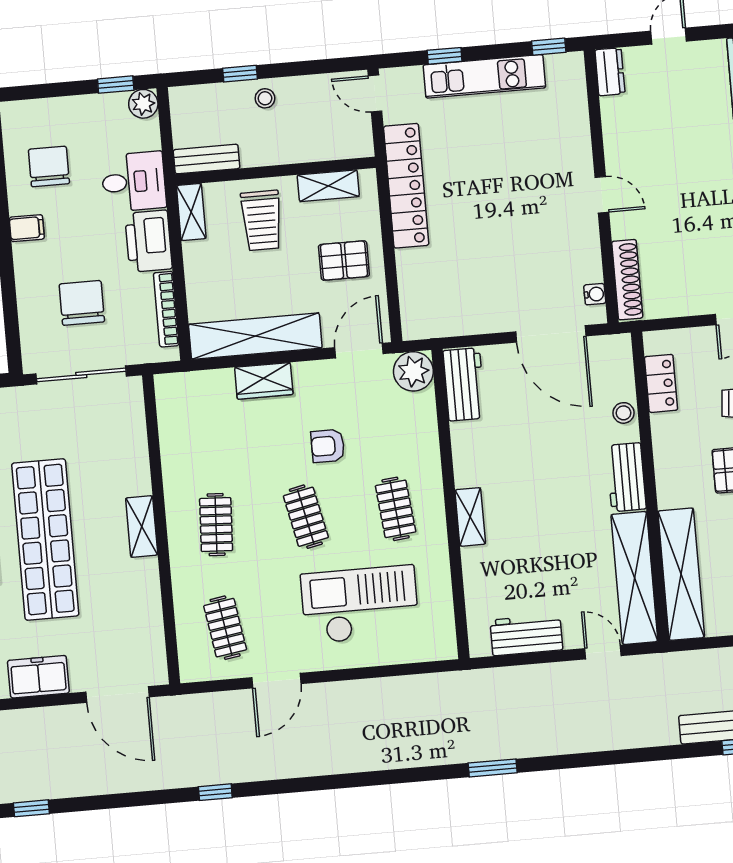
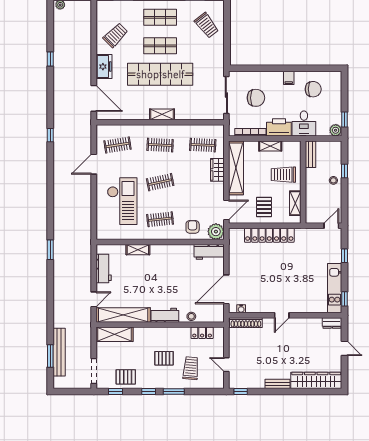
kitchen unit: (484, 76) -> (335, 288), moved
locker: (406, 186) -> (269, 235), moved
shelving: (191, 212) -> (270, 146), moved
door: (359, 351) -> (226, 210), hinge flipped
clothes rail: (207, 421) -> (203, 145), added
armchair: (328, 446) -> (193, 227), moved
shelving: (470, 517) -> (138, 250), moved
shelving: (681, 574) -> (114, 334), width x0.68
door: (276, 681) -> (94, 164), hinge flipped
door: (117, 695) -> (94, 98), swing flipped

